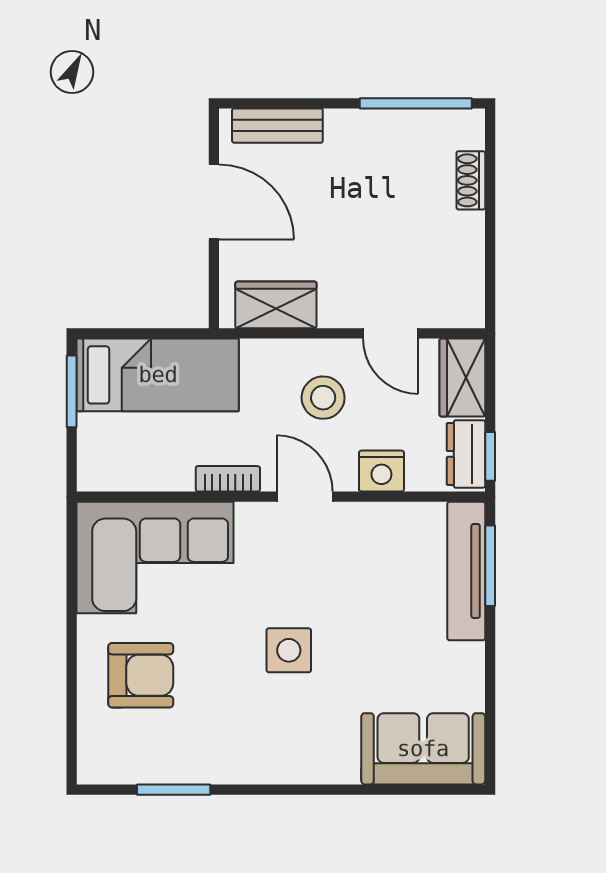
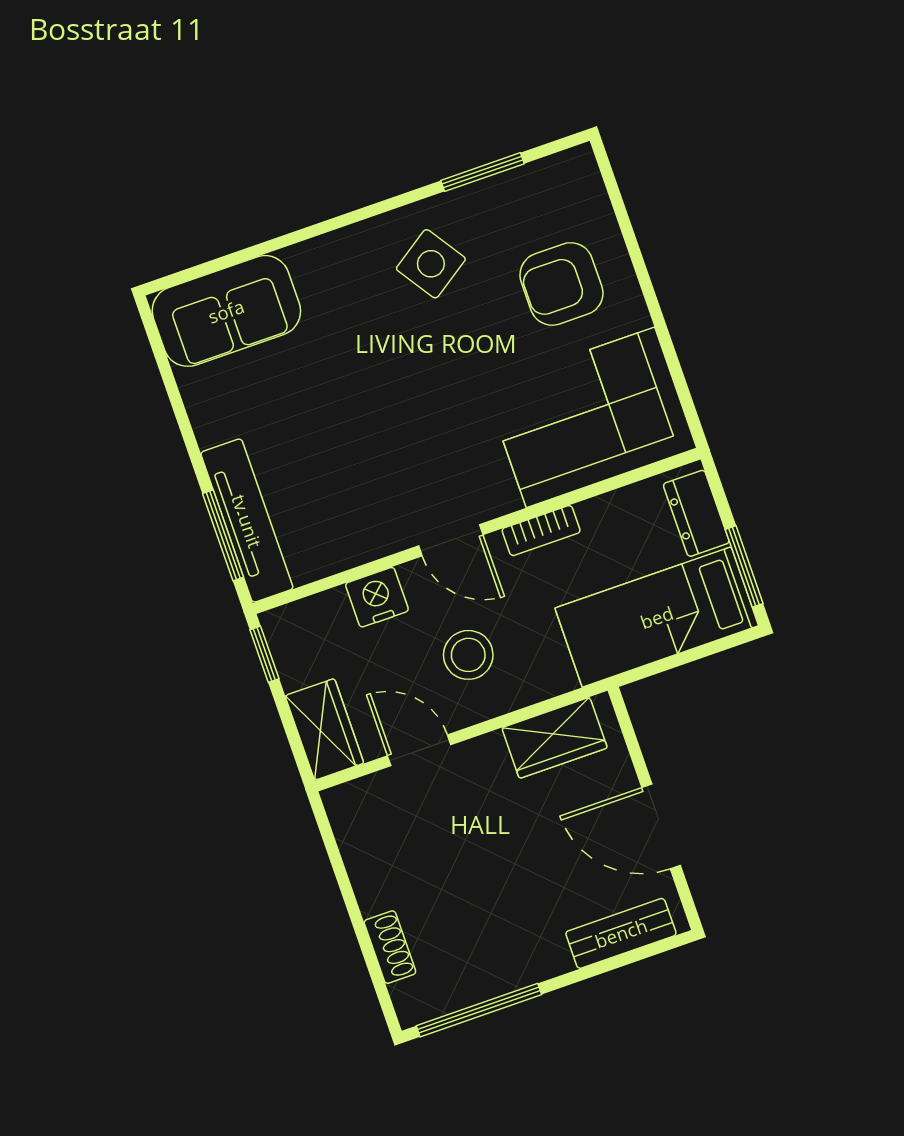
dresser: (466, 454) -> (696, 513), moved, turned 180
side table: (289, 650) -> (431, 264), moved, turned -34

